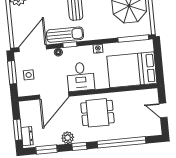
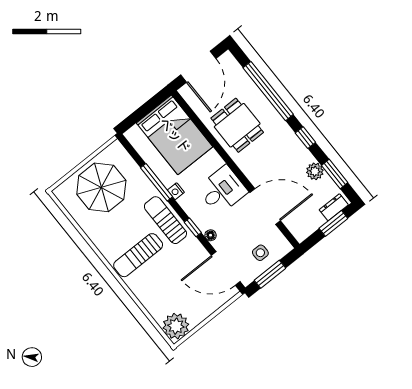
sun lounger: (65, 35) -> (165, 220), moved
window: (133, 39) -> (157, 182), moved
door: (163, 110) -> (198, 67), width x1.88
dining table: (97, 113) -> (237, 125), moved
plant: (68, 138) -> (315, 171), moved

